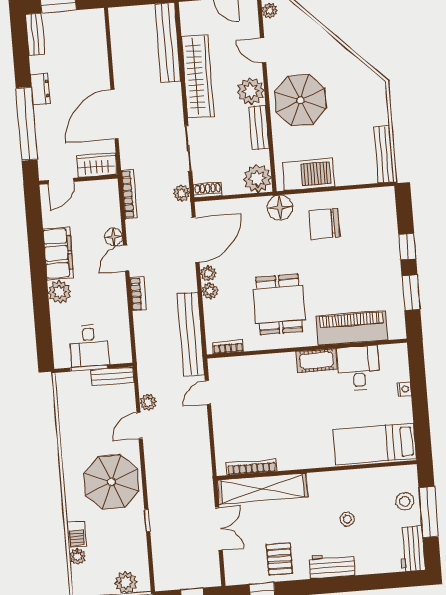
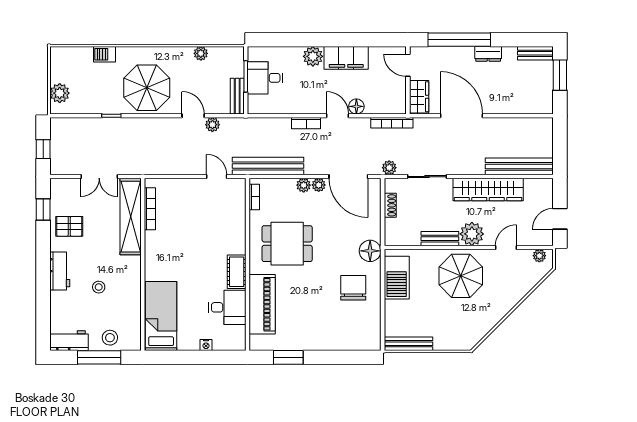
plant: (257, 179) -> (396, 234), removed
shoe rack: (208, 190) -> (390, 205), moved
window: (407, 247) -> (328, 357), removed
plant: (77, 556) -> (201, 53), moved

